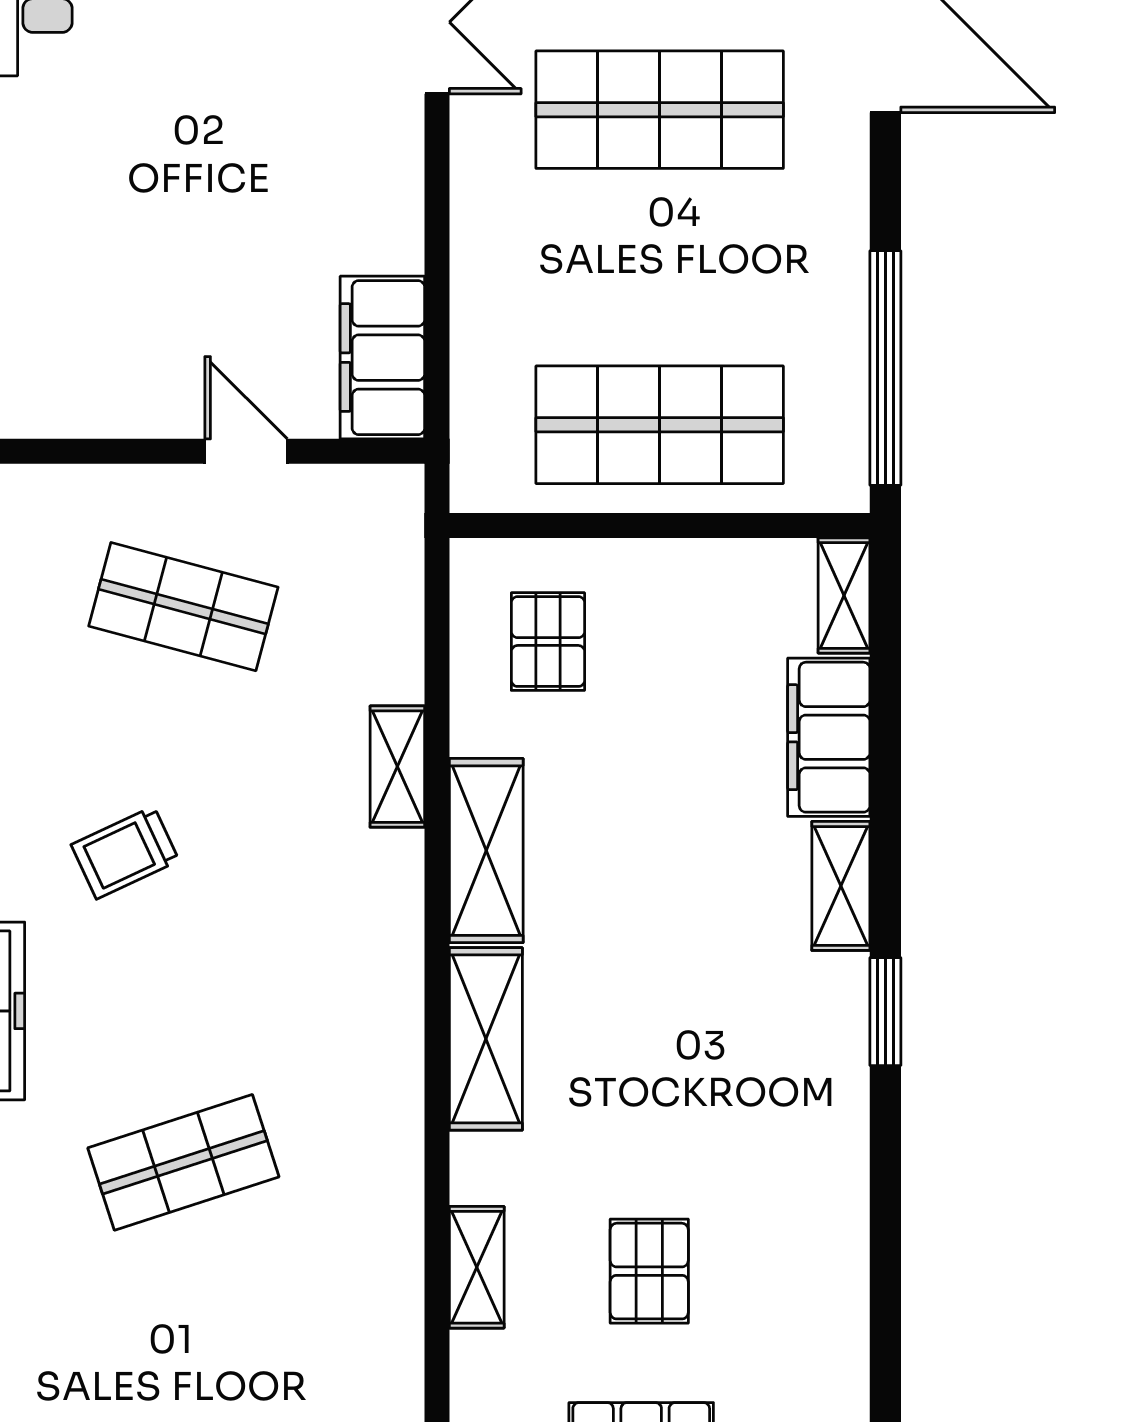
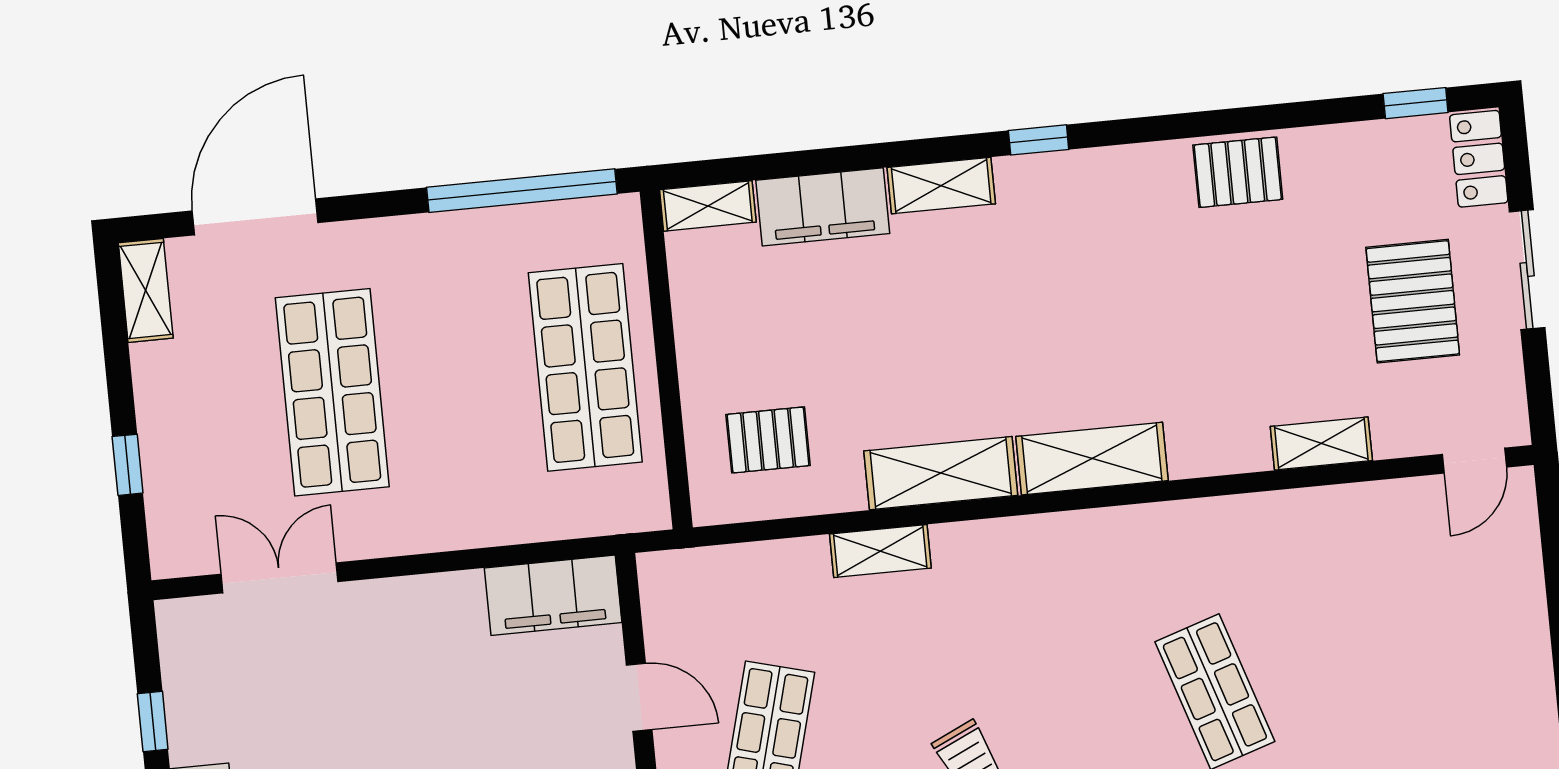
door: (246, 451) -> (639, 697), swing flipped
window: (885, 1012) -> (1039, 140), width x0.67
shelving: (477, 1267) -> (1321, 444), moved
pallet: (649, 1271) -> (1238, 172), moved

